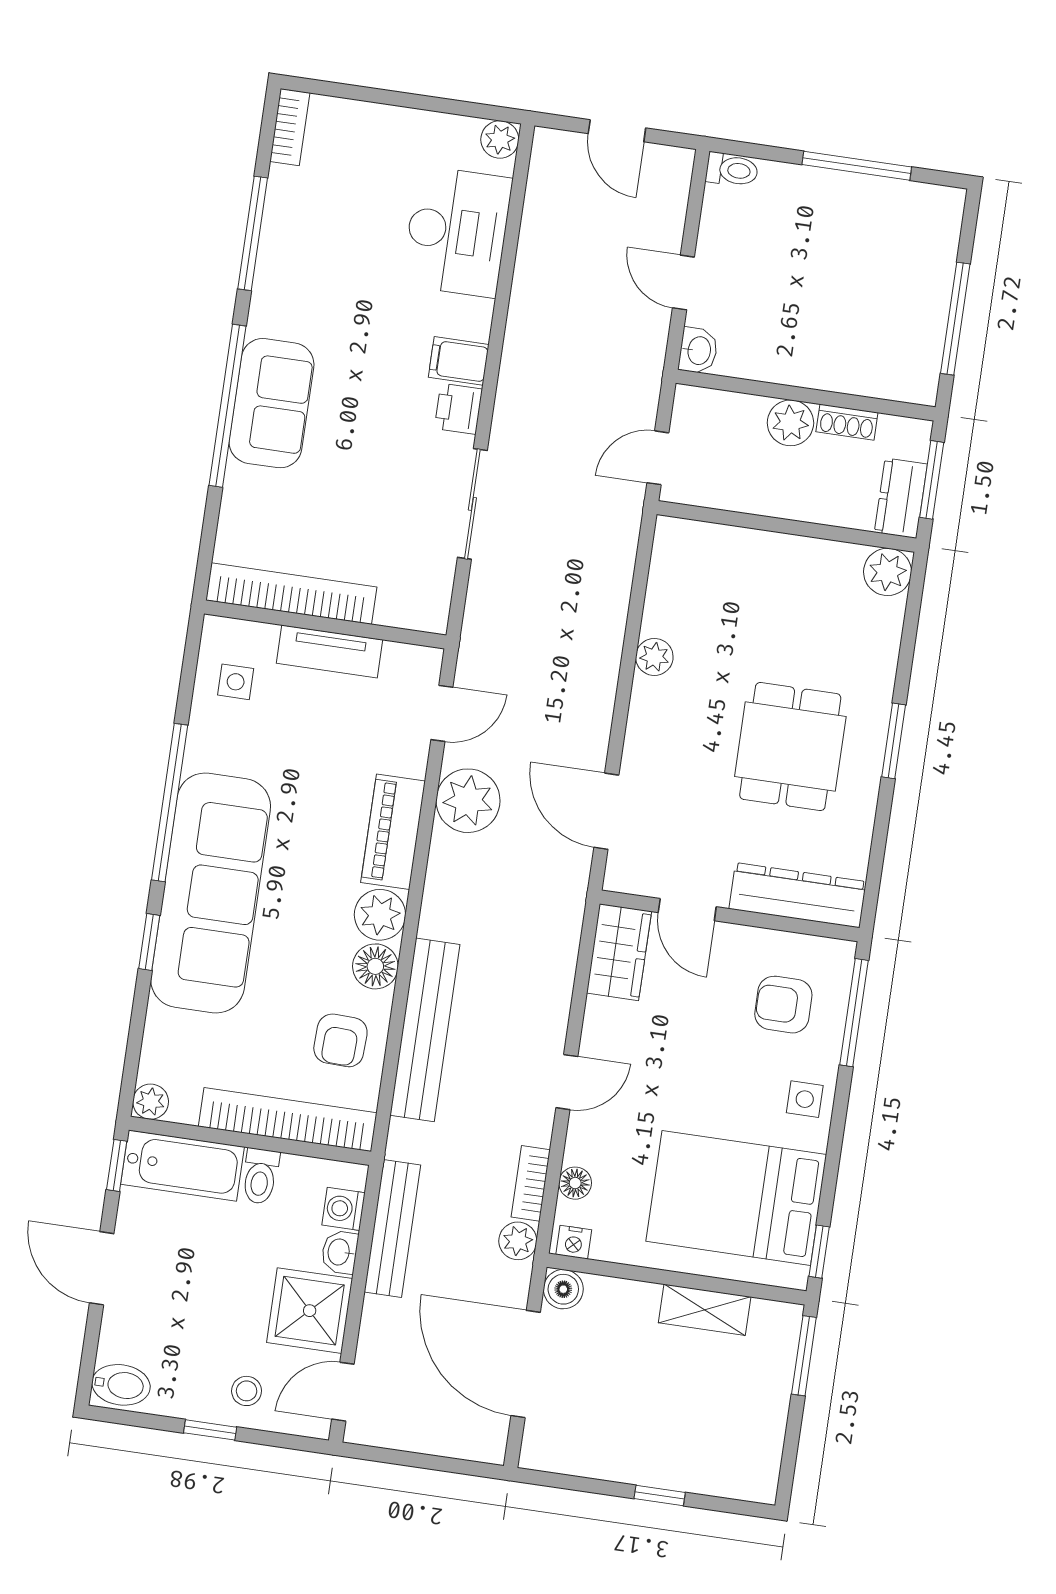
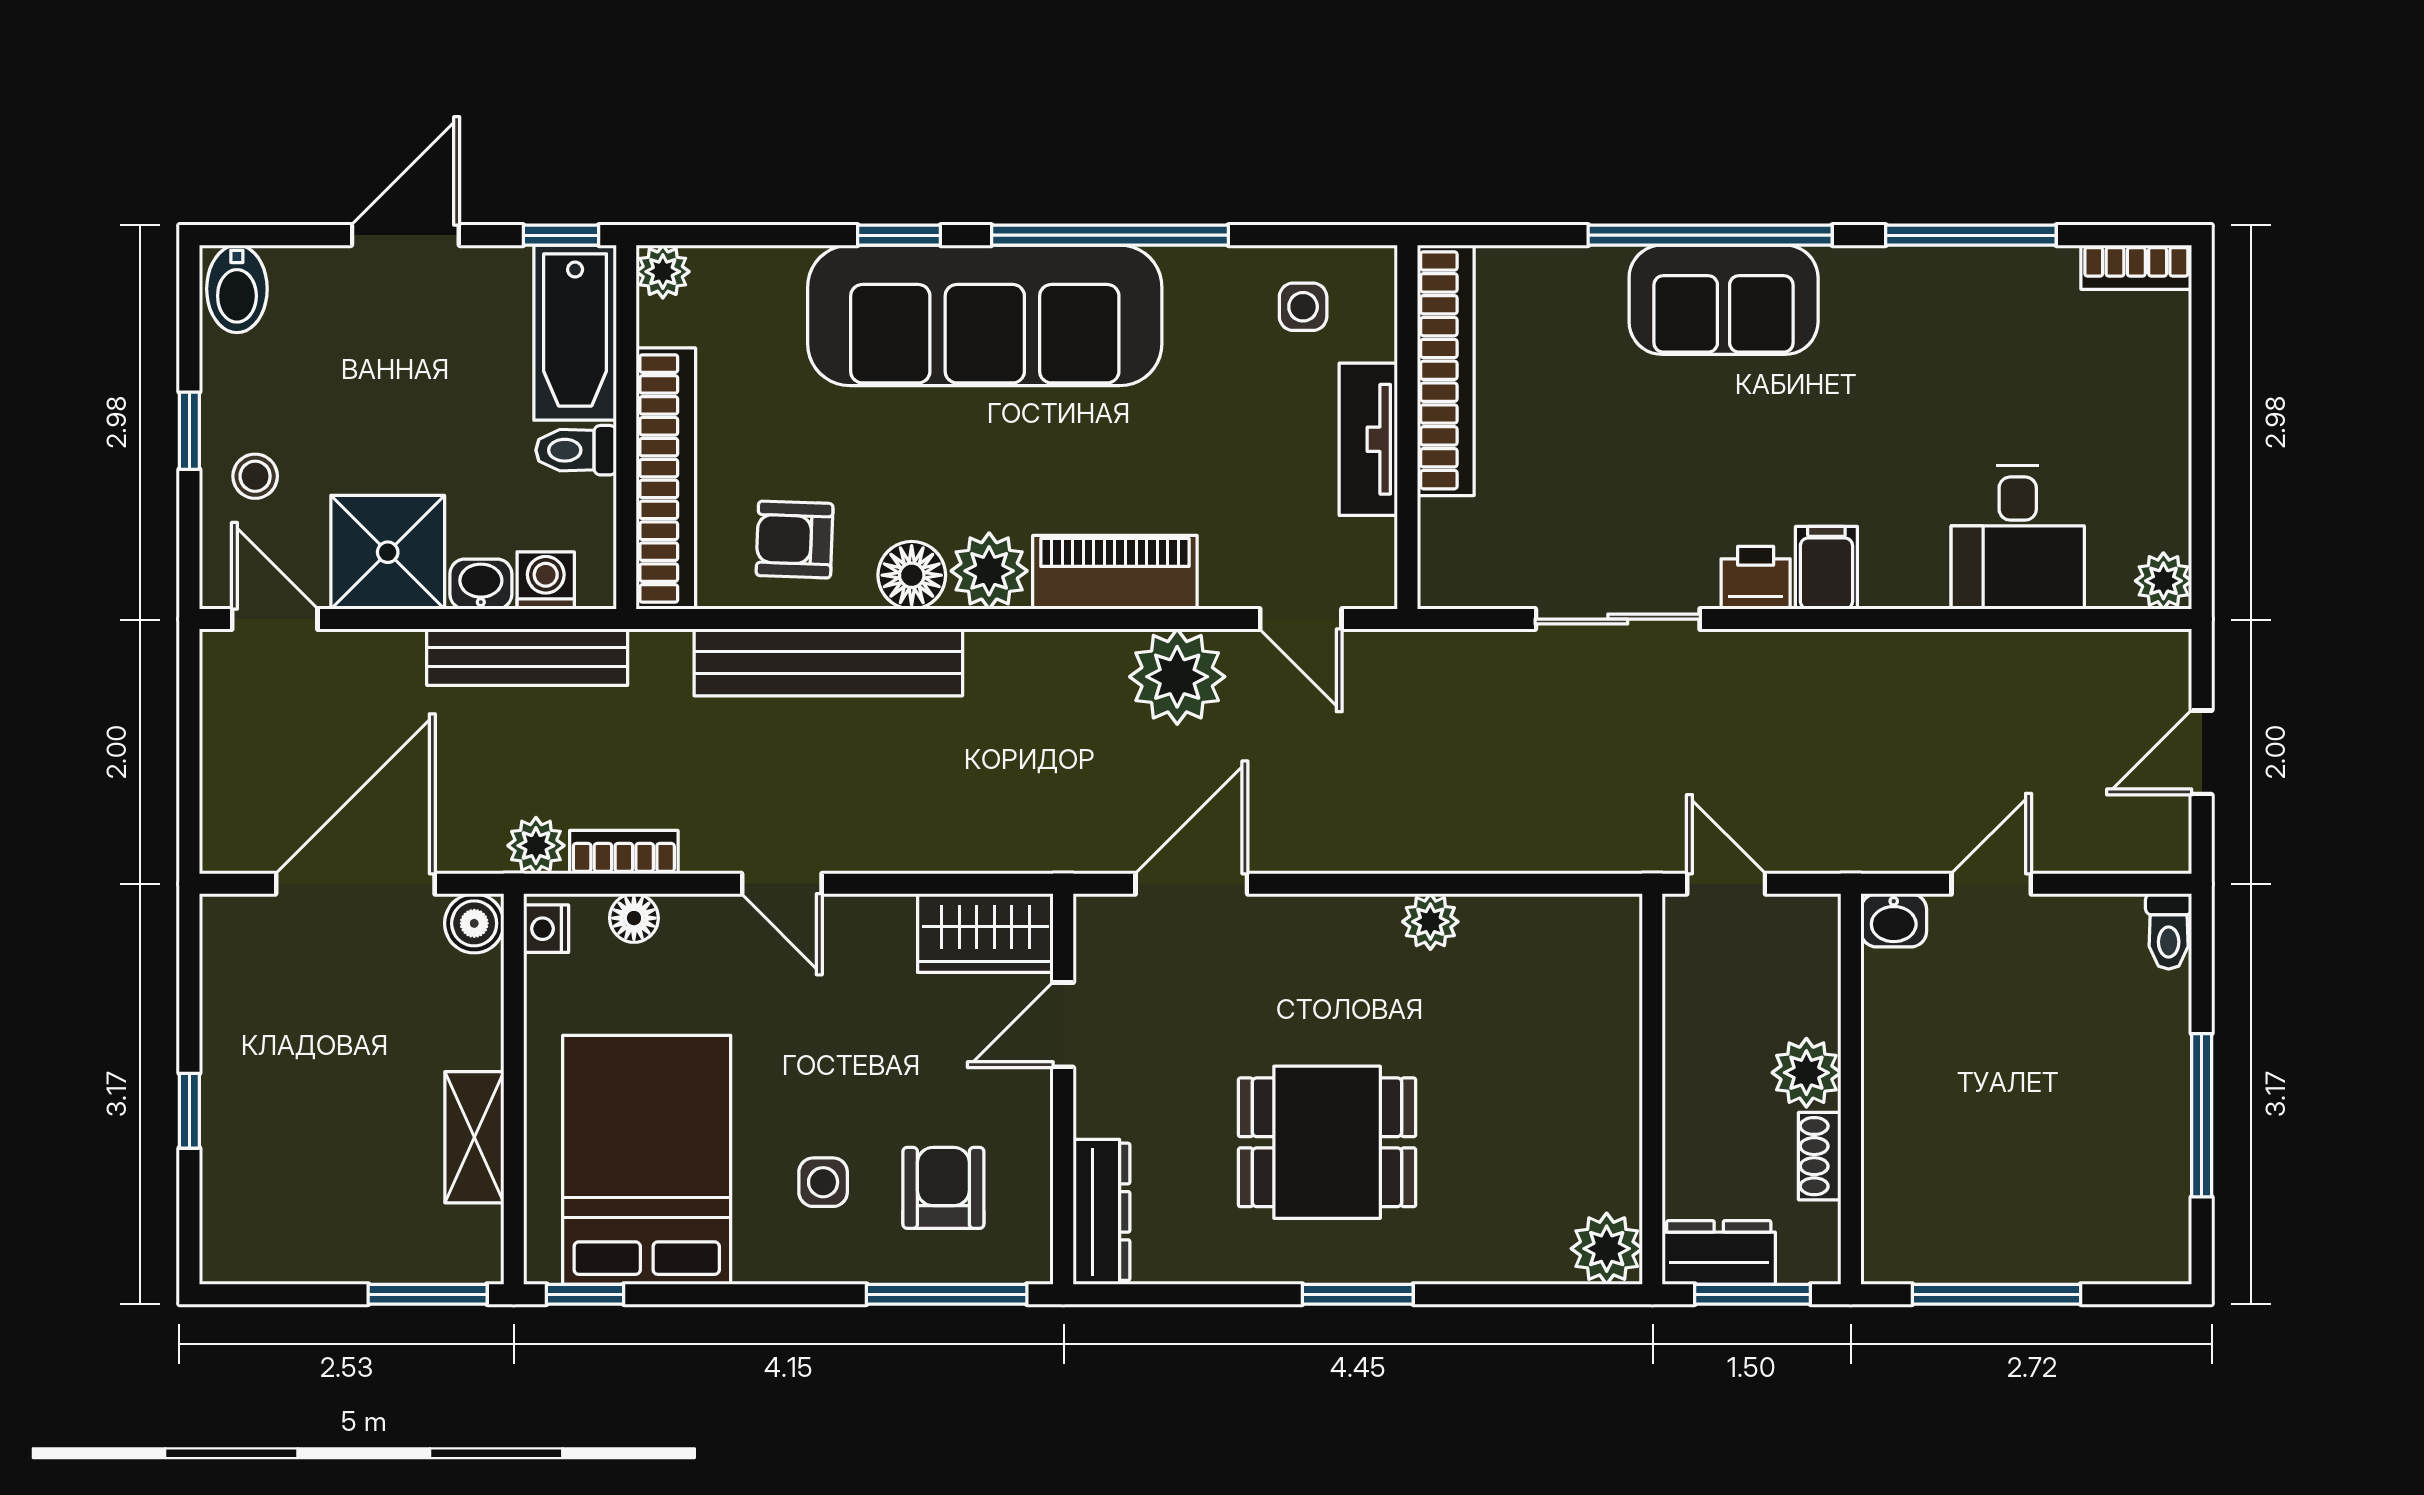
desk: (457, 232) -> (2018, 537), width x0.73
dresser: (798, 895) -> (1101, 1212), width x0.73, depth x0.80
side table: (805, 1099) -> (823, 1182), moved

